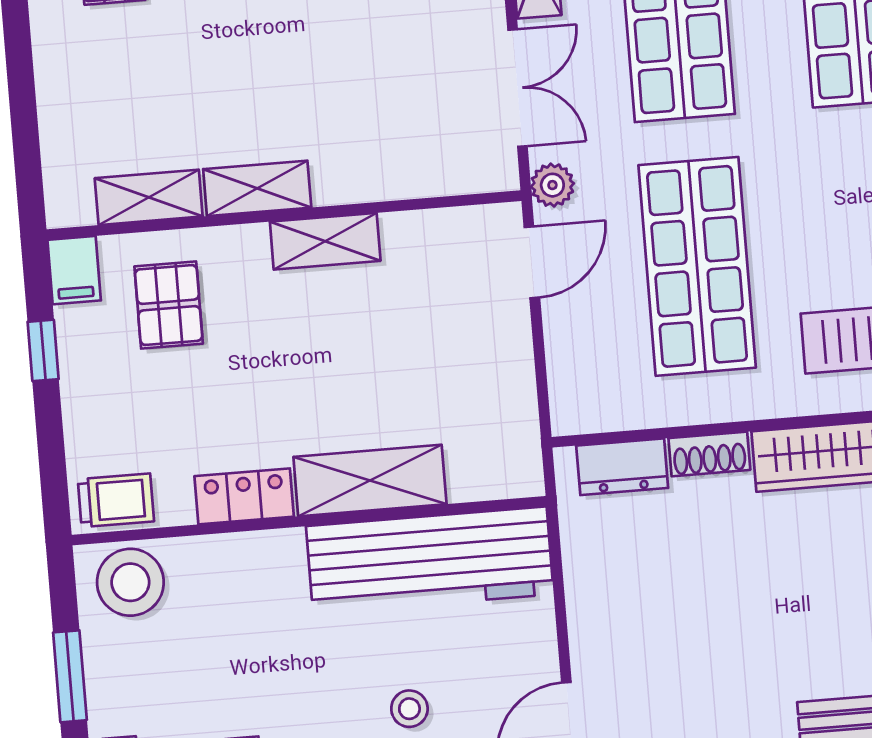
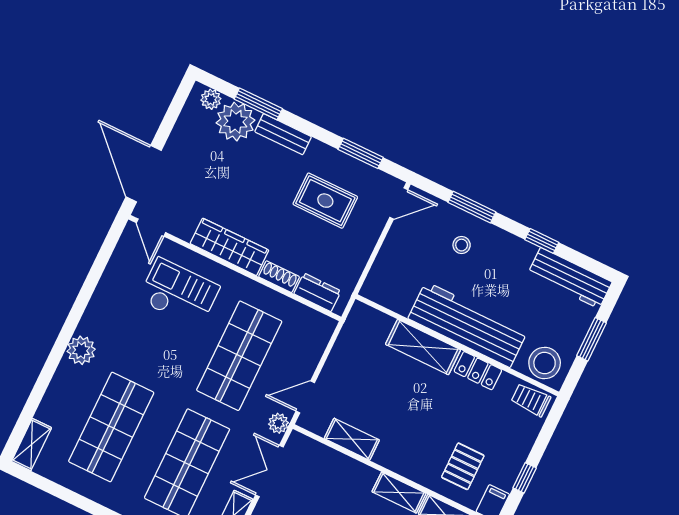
shelving: (325, 241) -> (352, 439), moved
workbench: (430, 560) -> (468, 325), moved
rug: (707, 643) -> (325, 201), added

